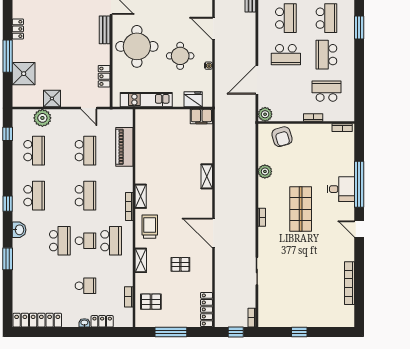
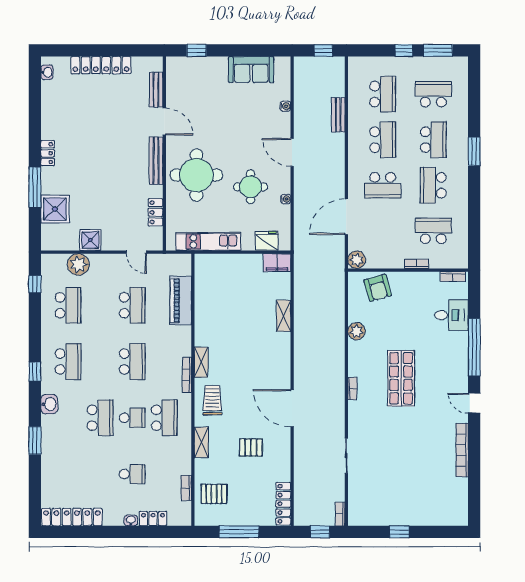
bench: (105, 30) -> (156, 161), width x1.36
shelving: (207, 176) -> (284, 316), moved
desk: (341, 189) -> (451, 315), moved
bookcase: (349, 283) -> (462, 450), moved

